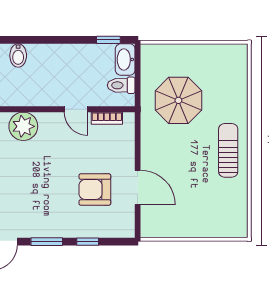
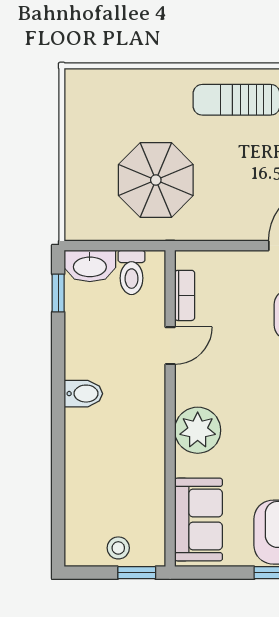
bidet: (18, 55) -> (83, 394), moved

